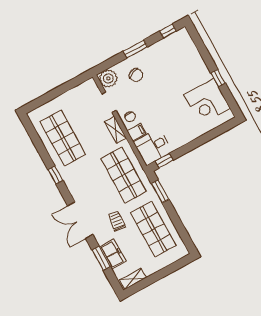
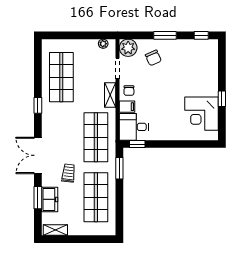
plant: (84, 87) -> (103, 44), added

